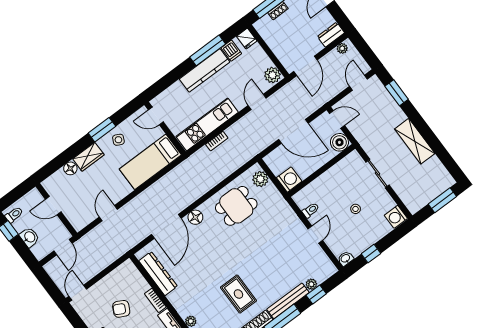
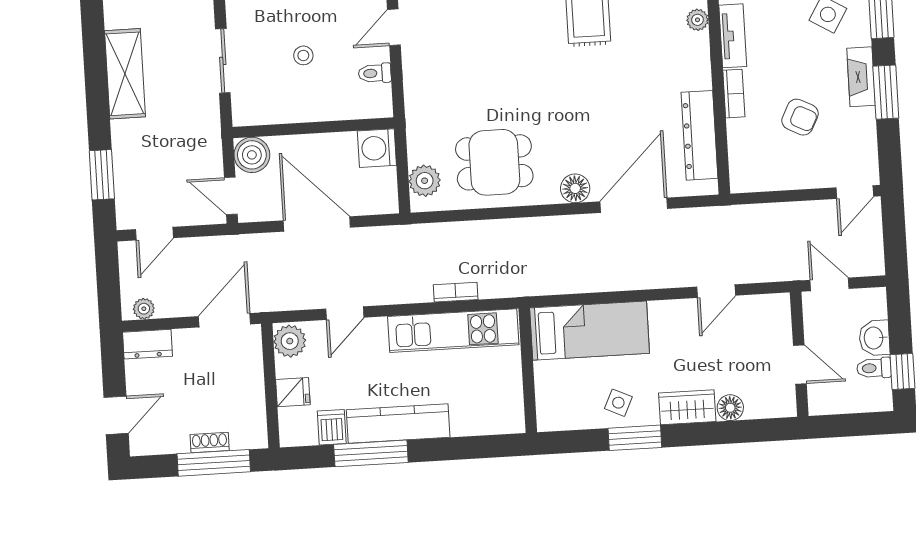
fridge: (247, 39) -> (293, 392), moved, turned 90
door: (156, 116) -> (530, 401), removed
stool: (356, 209) -> (303, 55), moved
toilet: (14, 215) -> (874, 368), moved
door: (63, 247) -> (830, 284), hinge flipped

